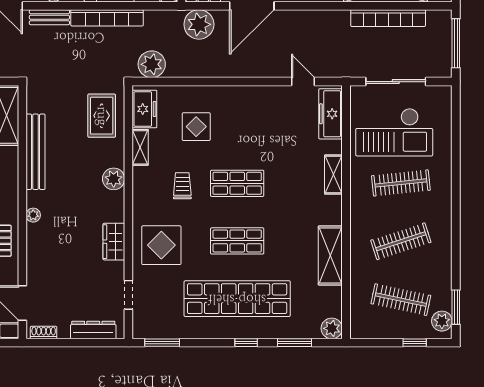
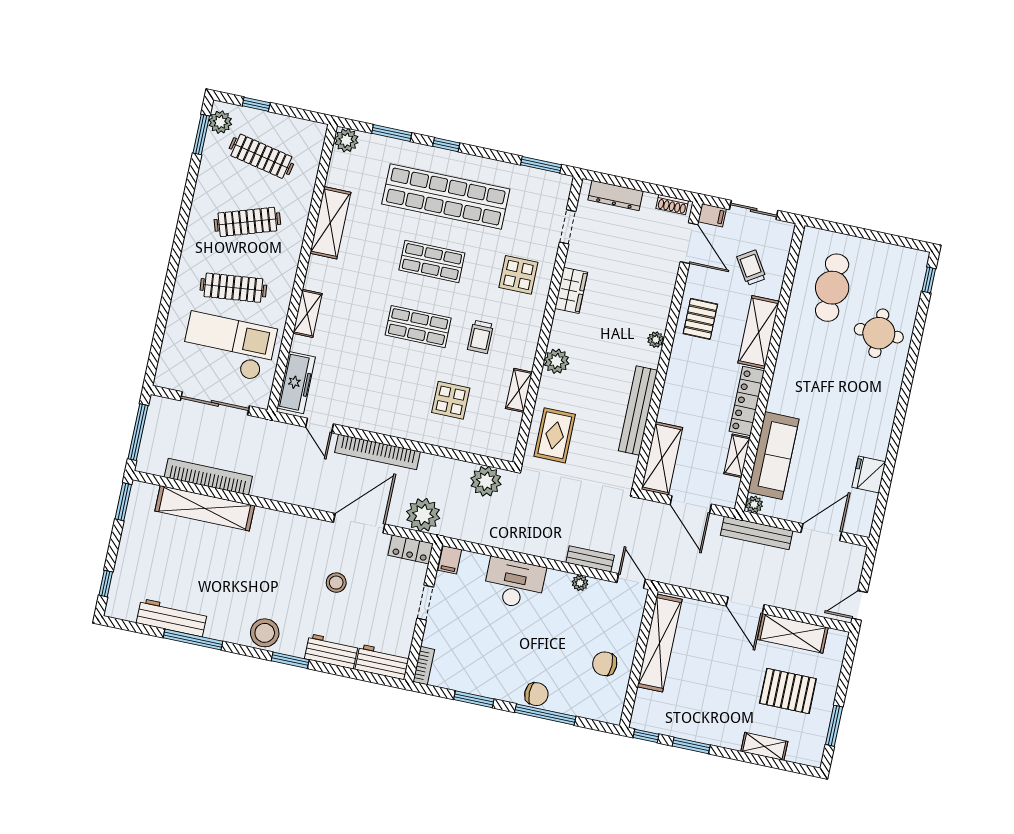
bookcase: (107, 18) -> (378, 452), moved, turned 180
freezer: (144, 109) -> (505, 433), removed
display table: (161, 245) -> (518, 275), width x0.73, depth x0.73

